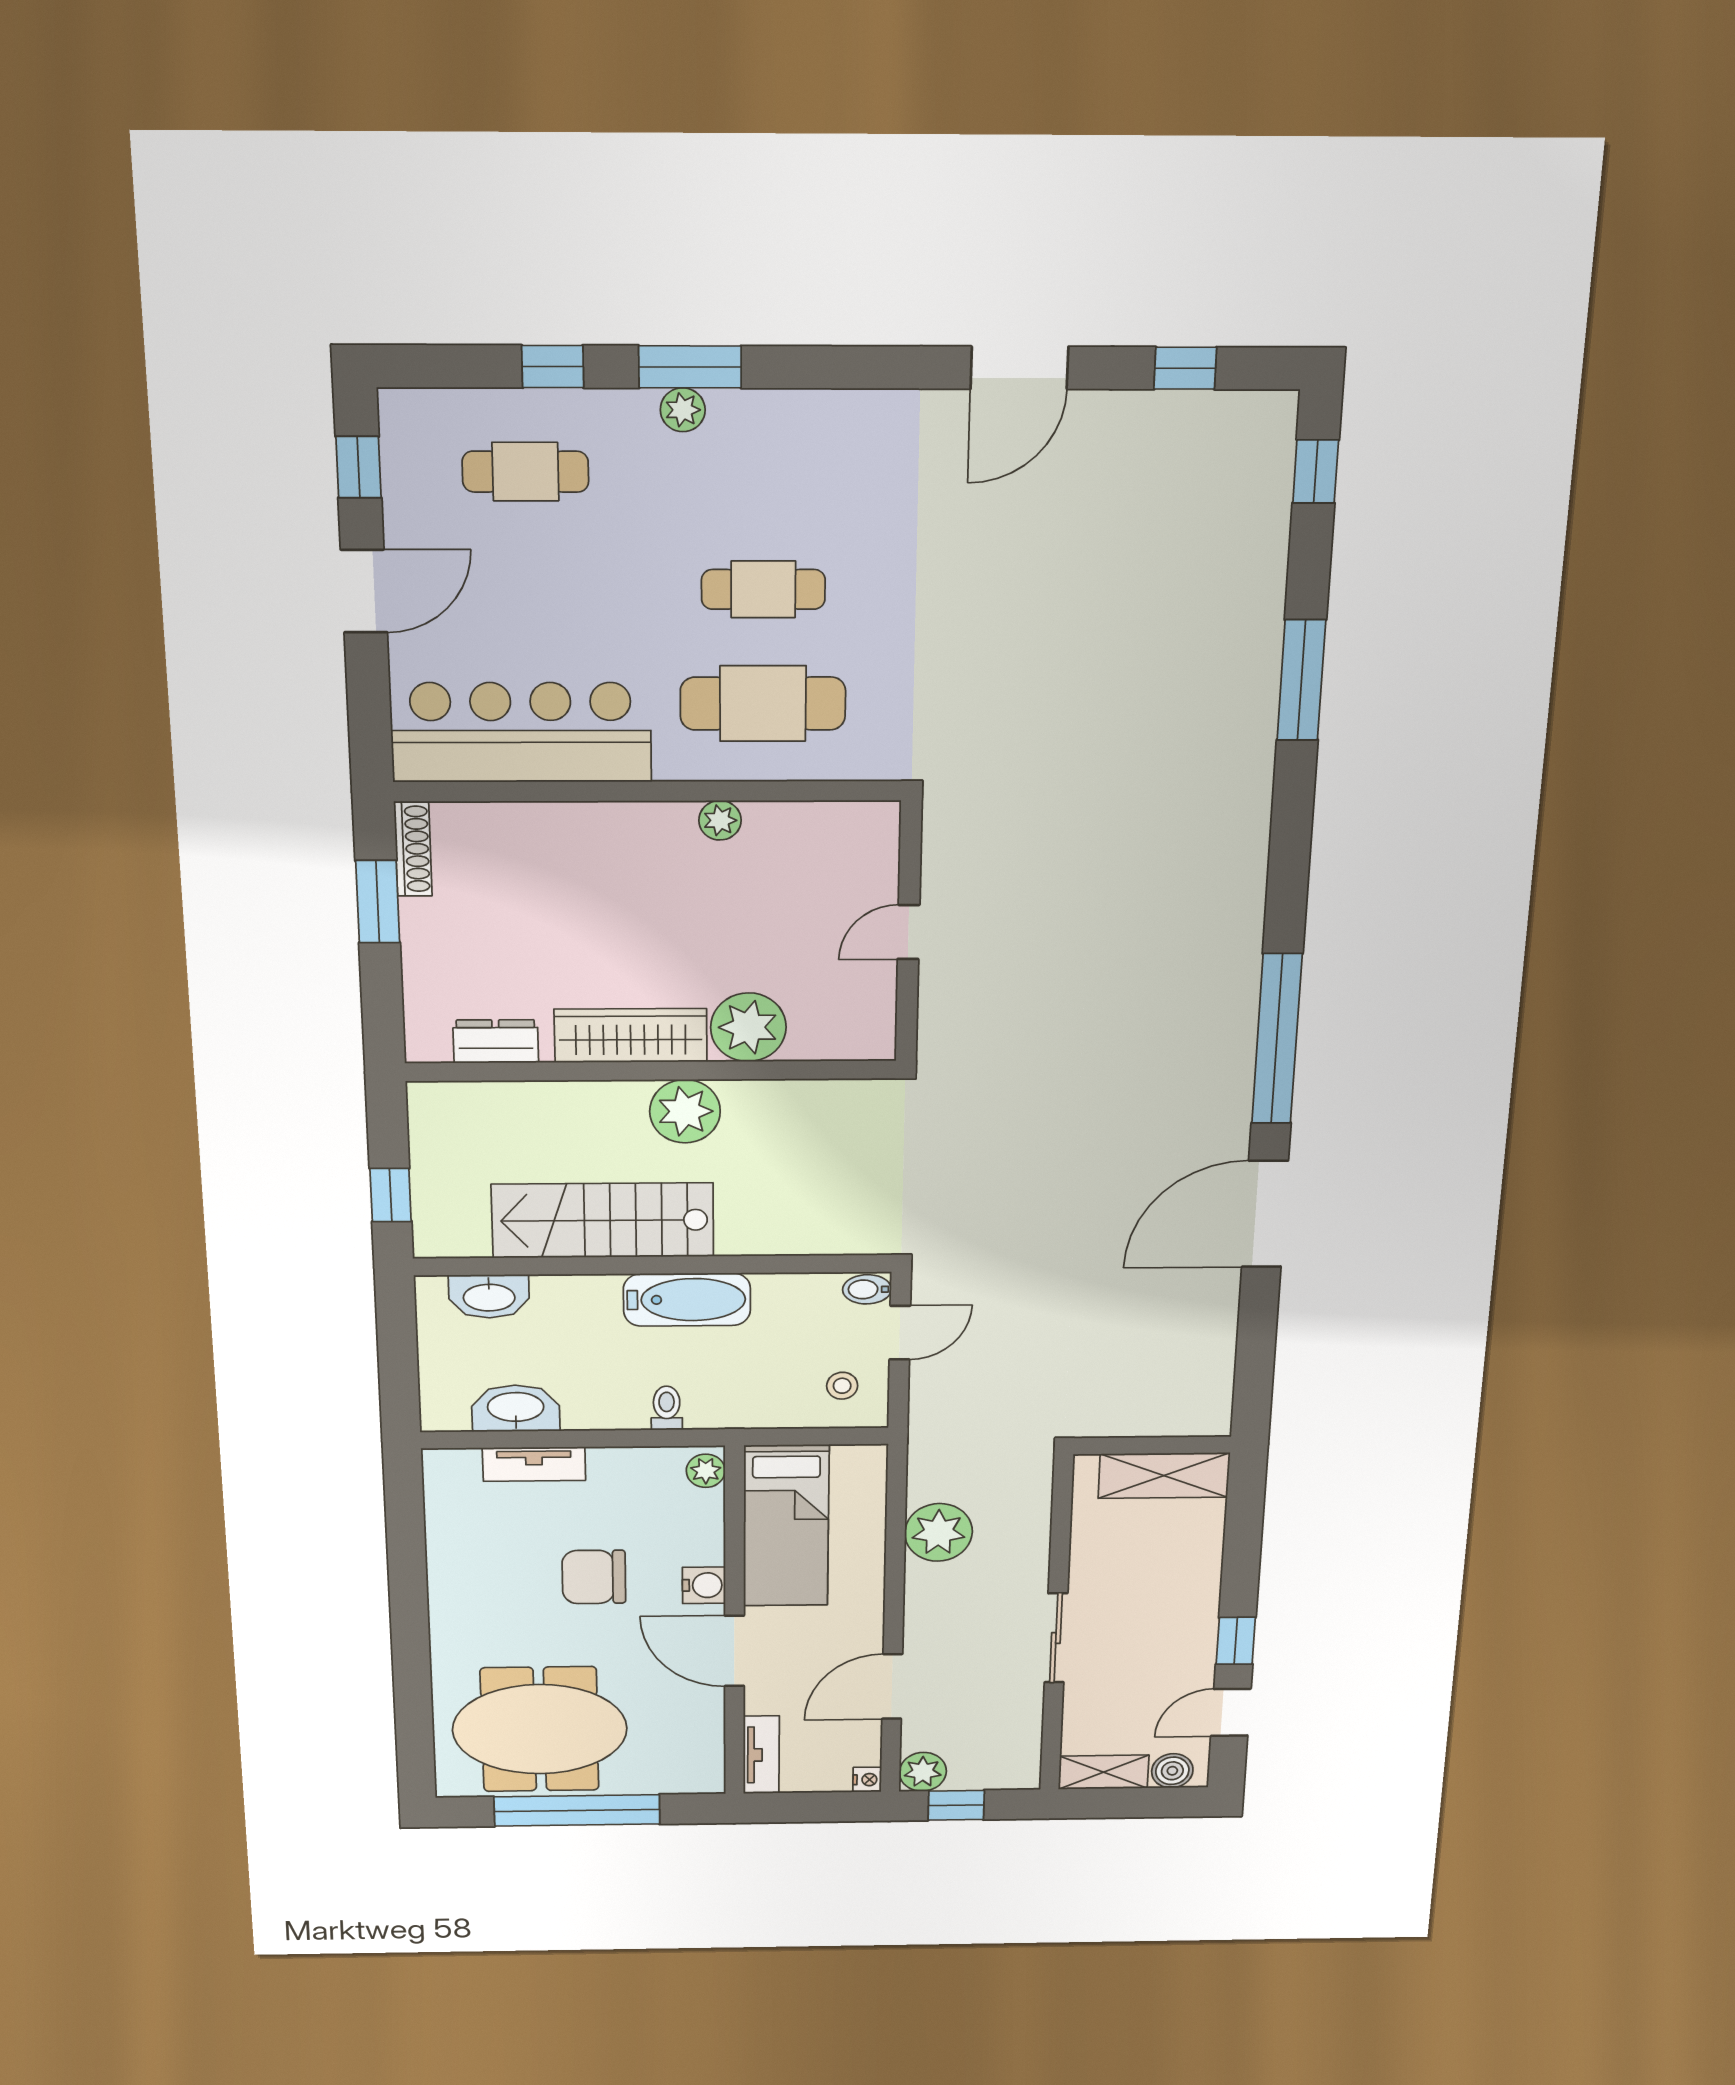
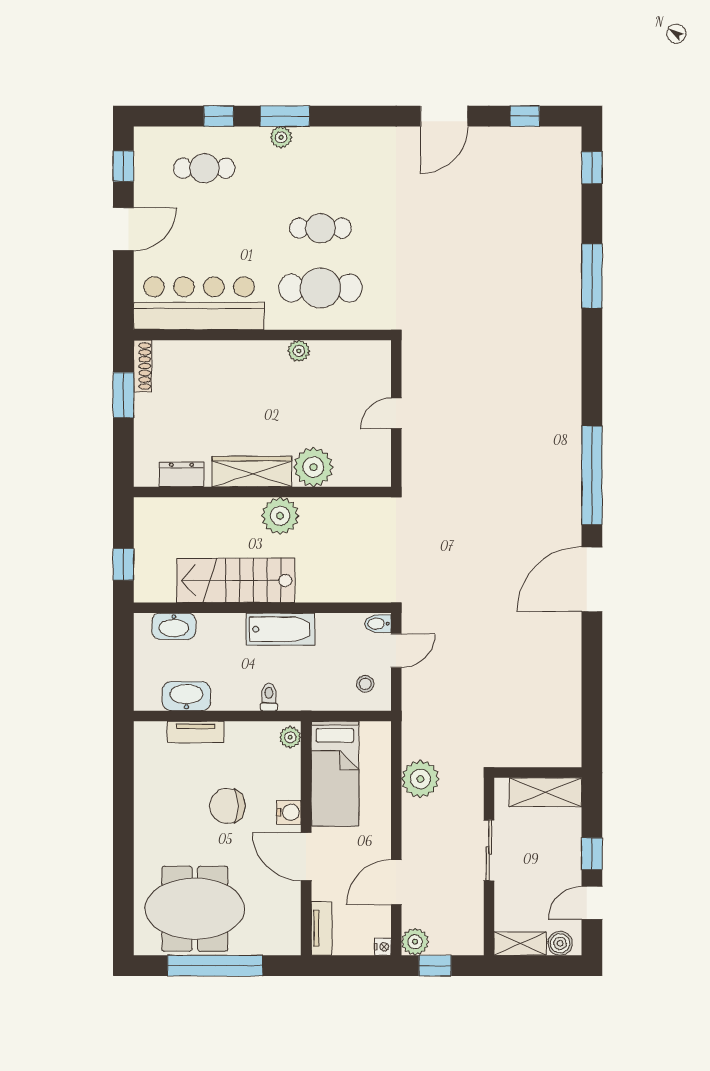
wall: (1152, 1445) -> (538, 773), moved
shelving: (1164, 1476) -> (545, 792), moved

